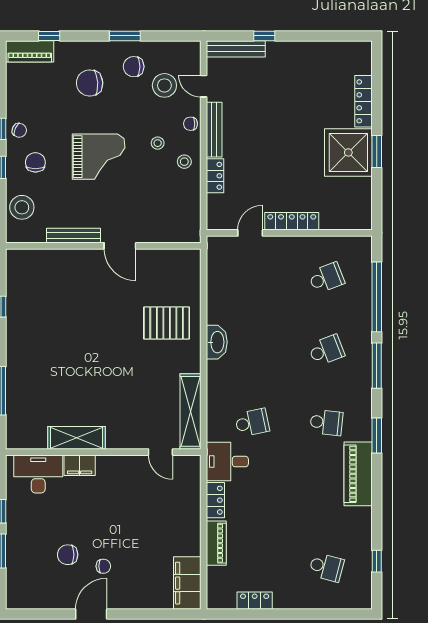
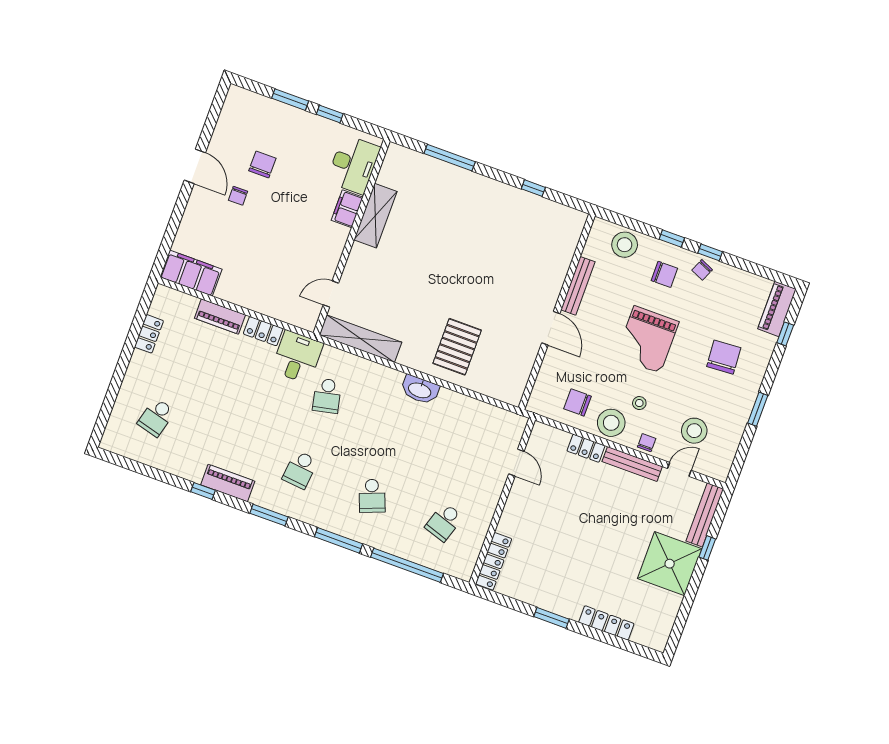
chair: (134, 67) -> (578, 402), moved, turned -90
shower: (348, 152) -> (670, 564), moved
stool: (184, 162) -> (611, 423), width x1.89, depth x1.89
locker: (292, 221) -> (494, 561), moved
door: (120, 246) -> (551, 328), swing flipped
school desk: (326, 278) -> (444, 522), turned 39
piano: (358, 474) -> (228, 483), width x0.73, depth x0.75
window: (377, 561) -> (203, 491), moved

